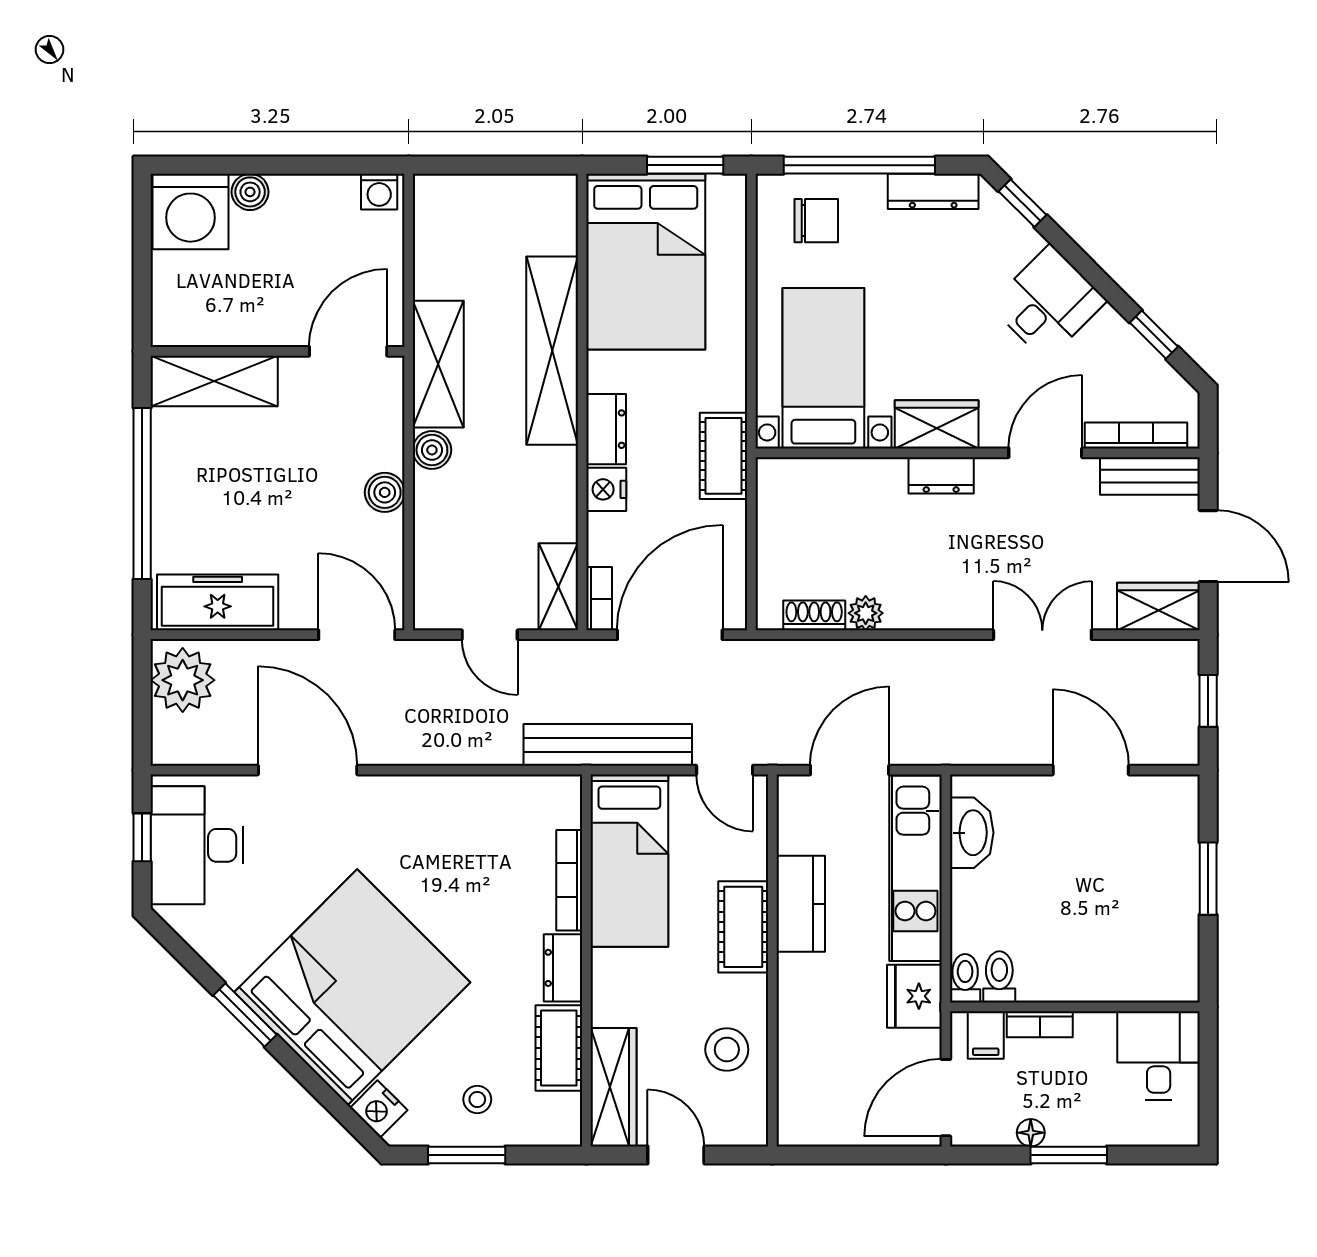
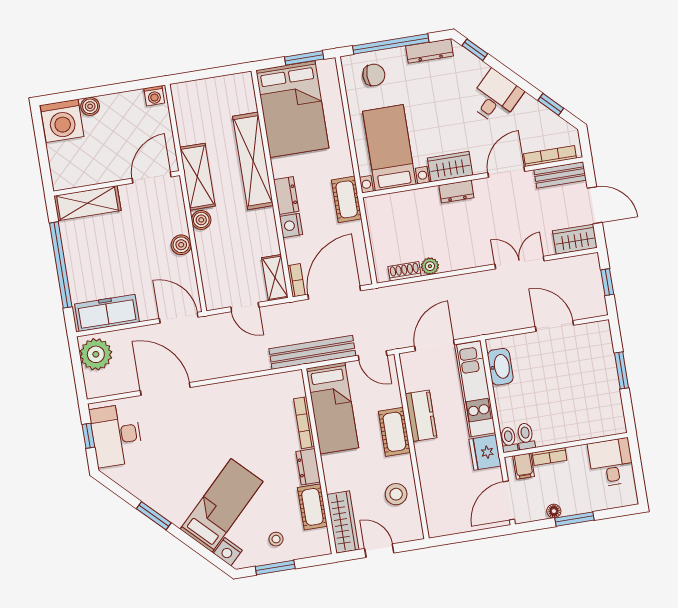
bed: (352, 987) -> (222, 505), width x0.49

